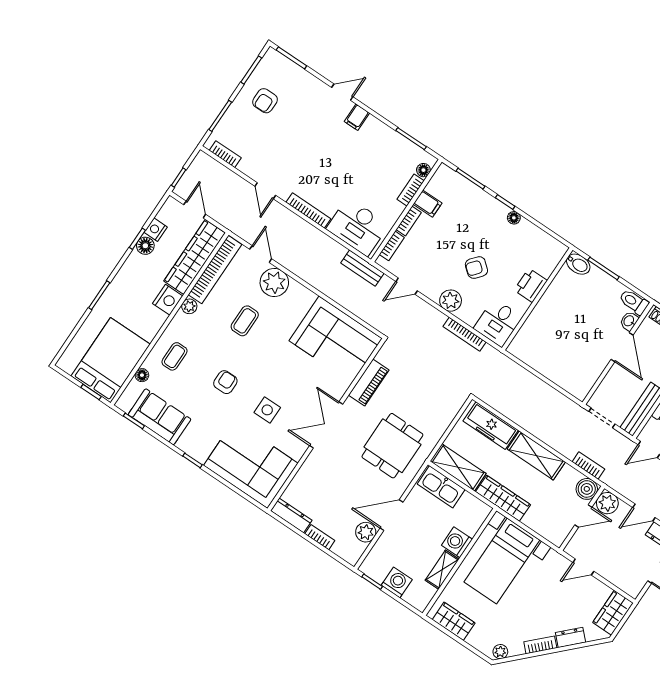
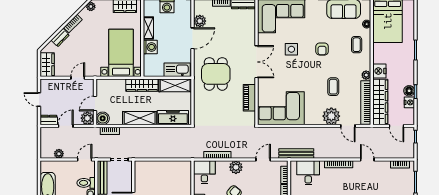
desk: (358, 227) -> (308, 173), width x0.73
bench: (362, 268) -> (296, 154), width x1.36

